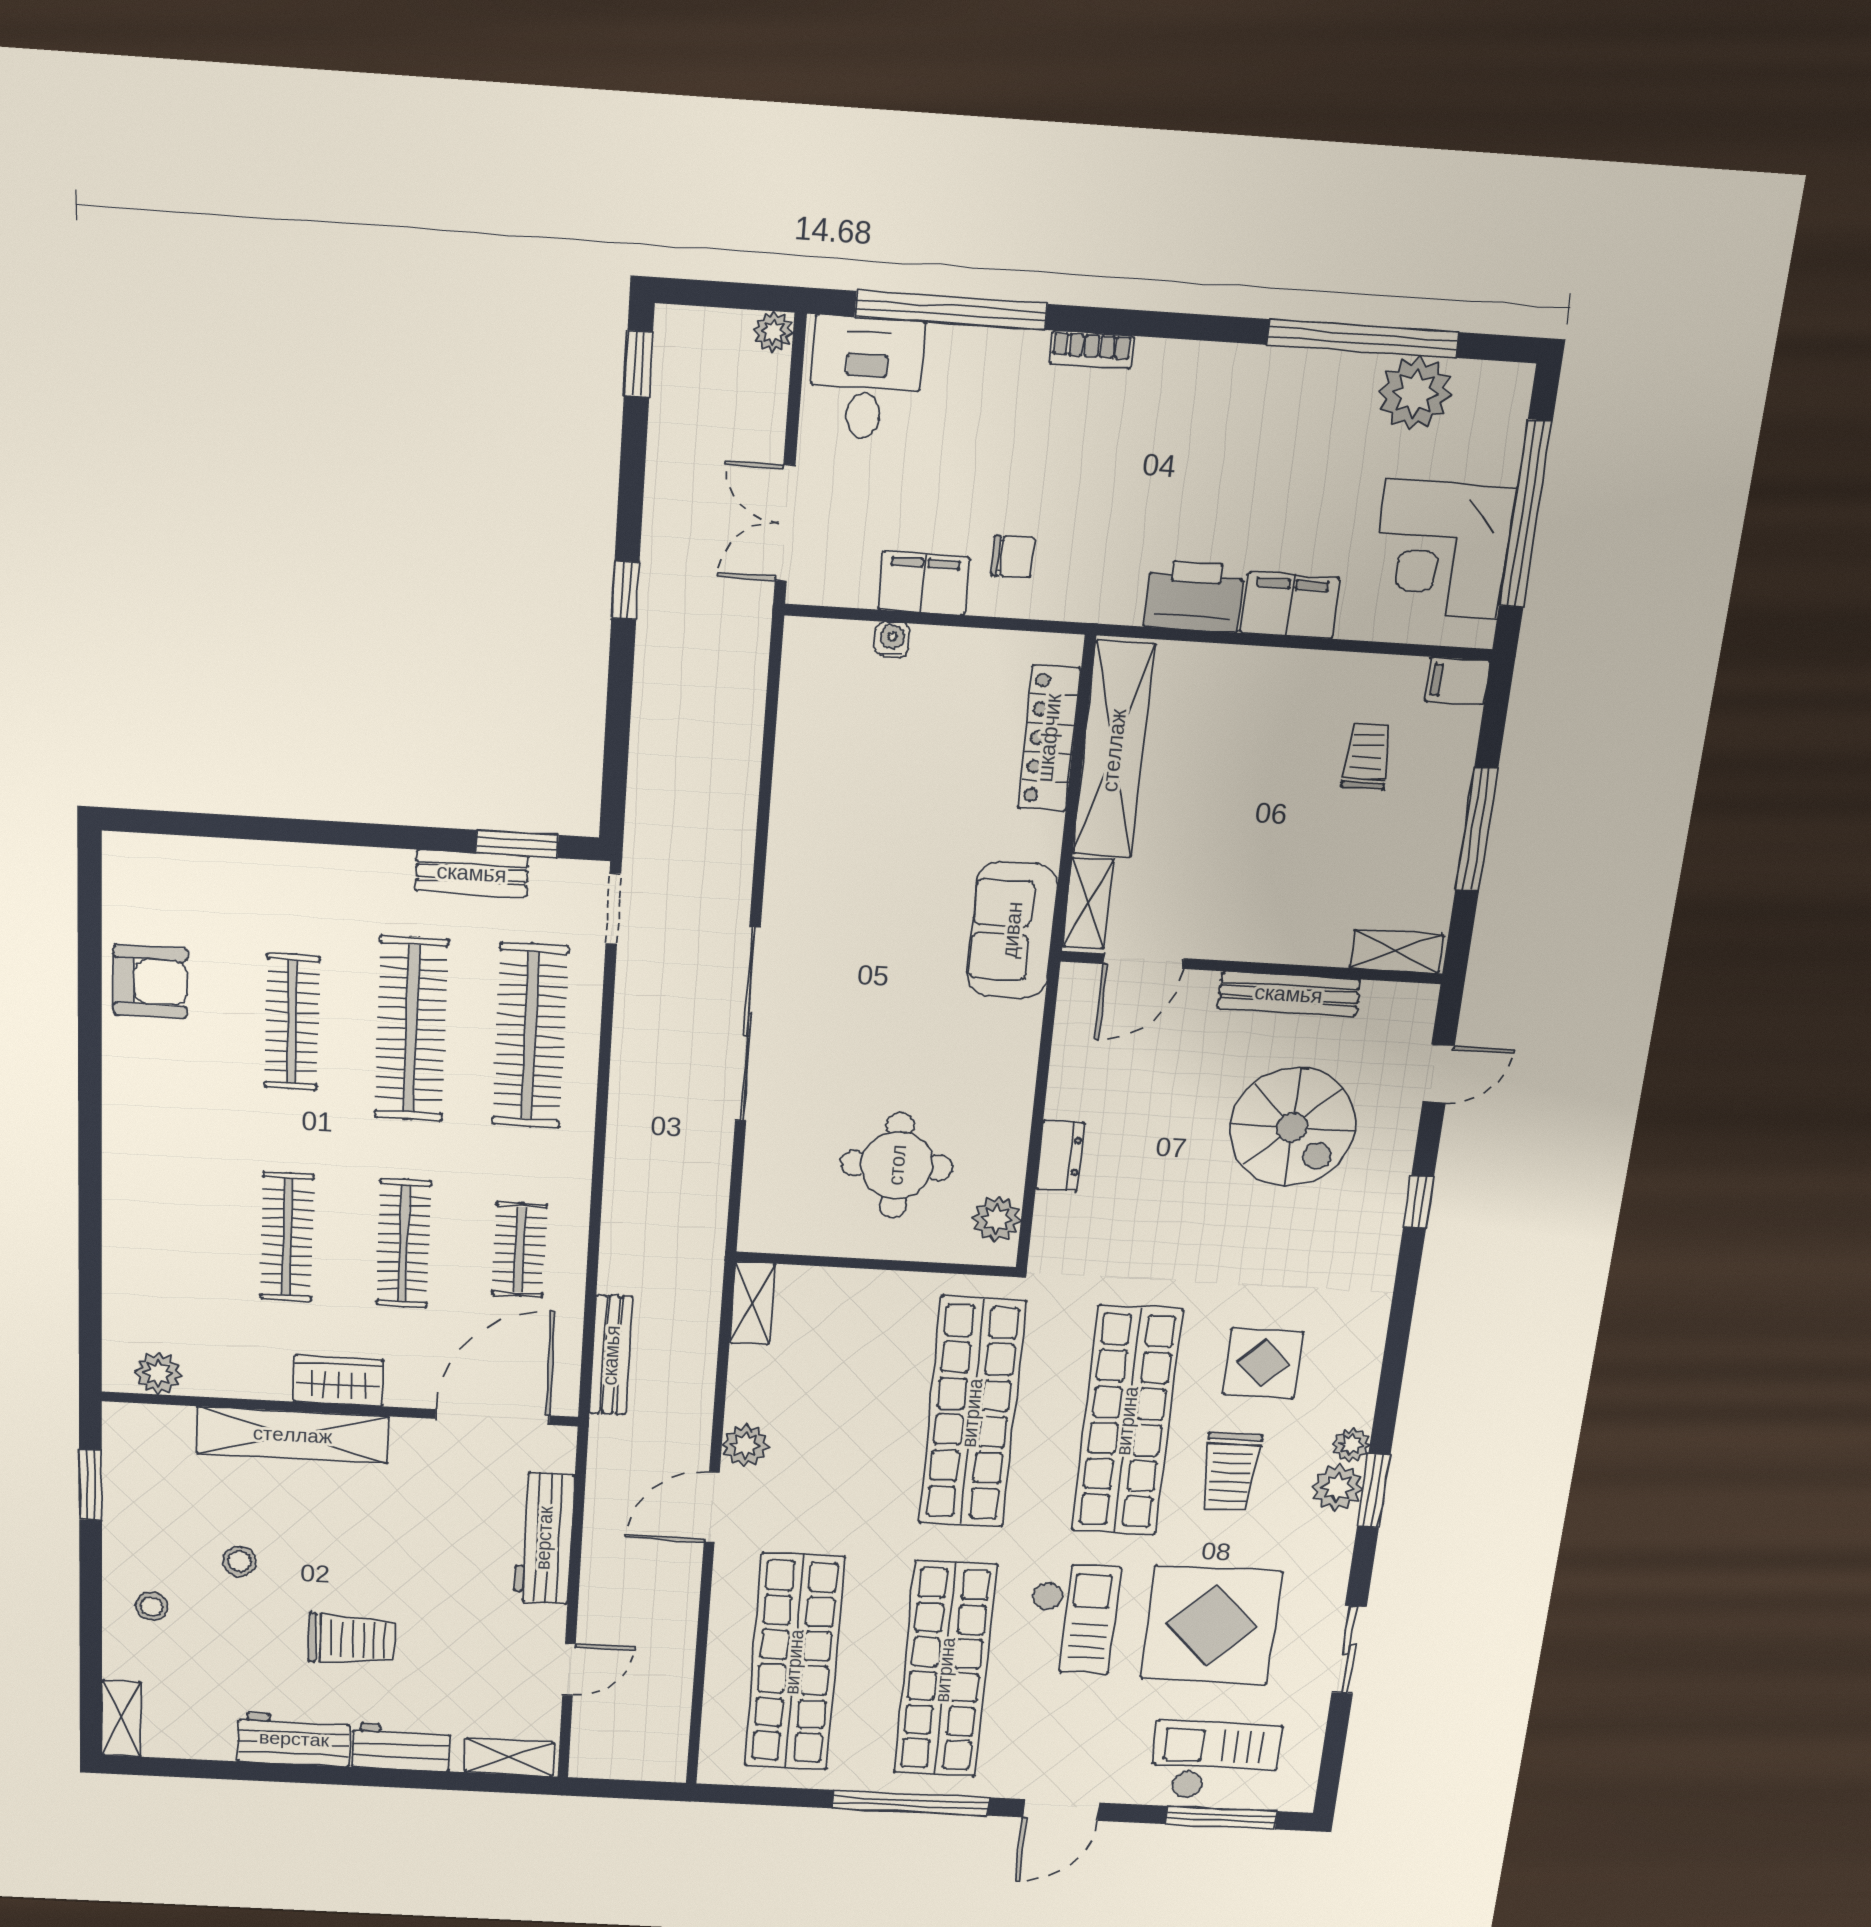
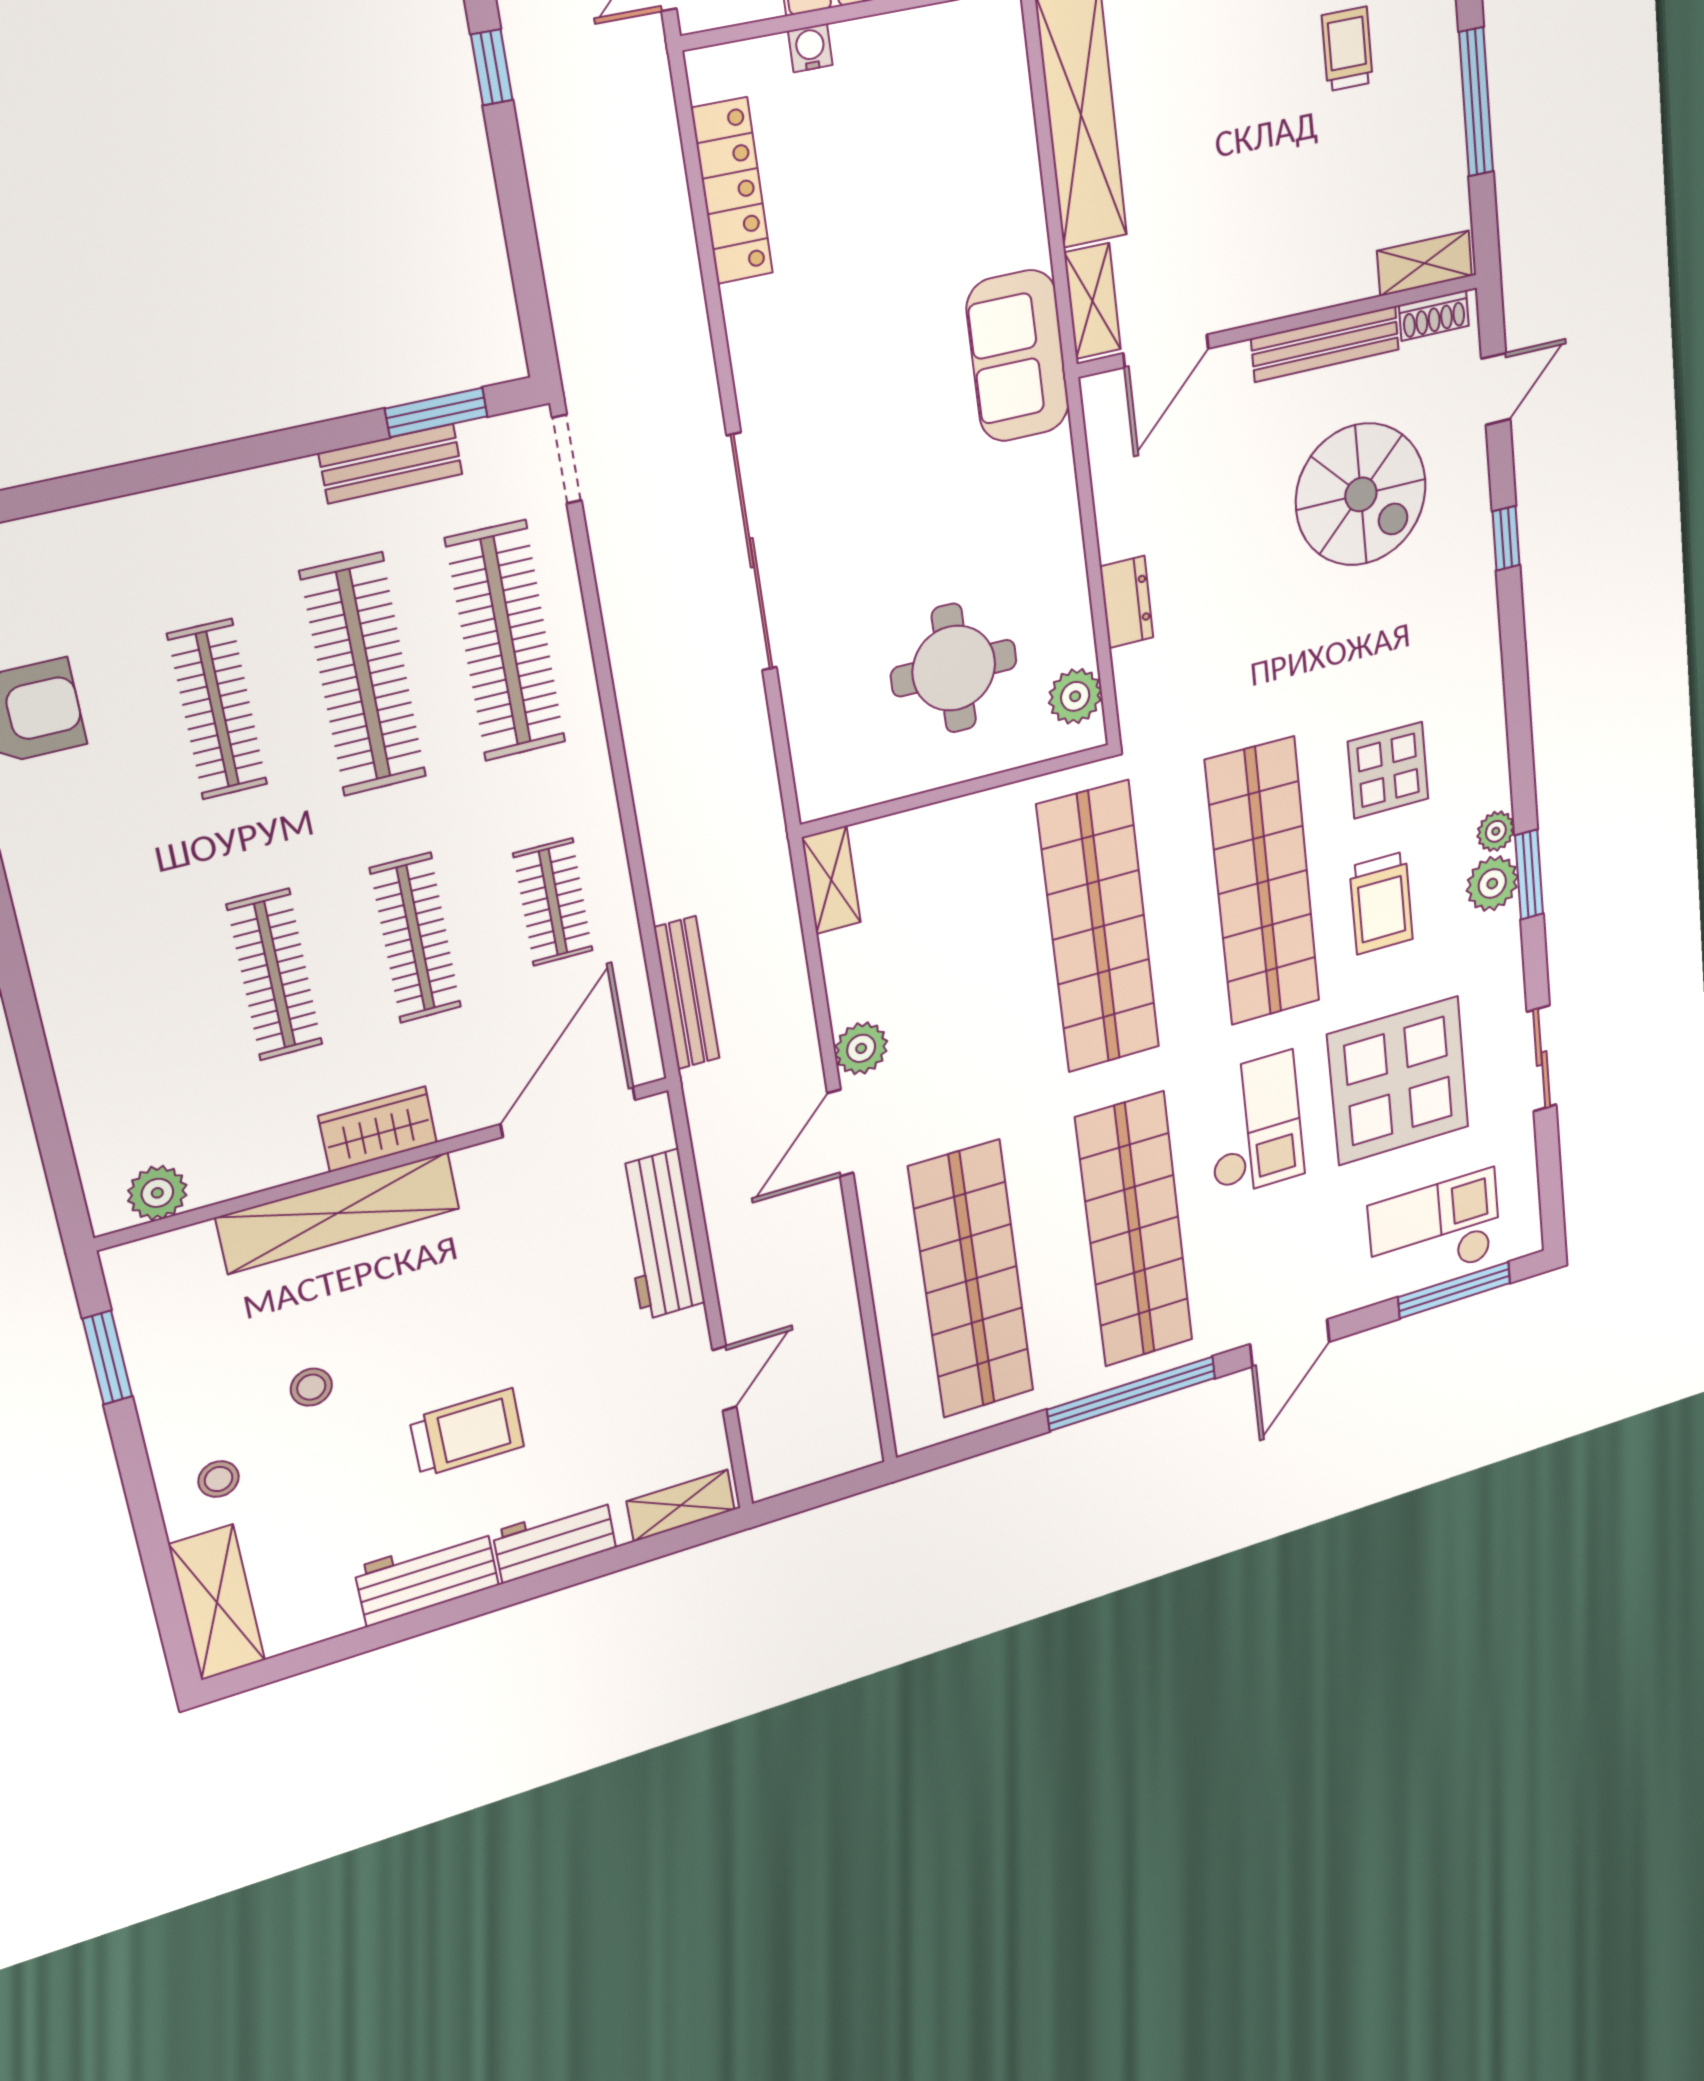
locker: (1049, 738) -> (732, 191), moved, turned 180
shoe rack: (1395, 997) -> (1434, 315), added
shelving: (121, 1718) -> (217, 1603), width x1.50, depth x1.33

